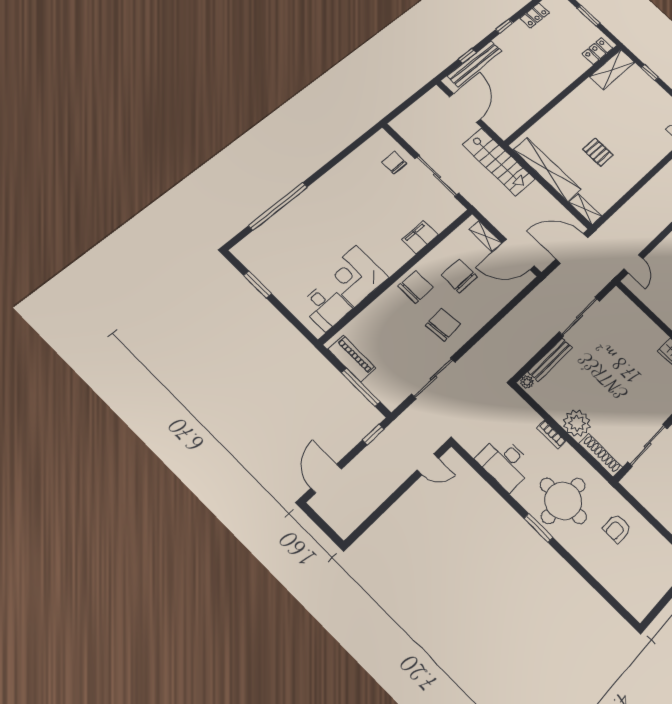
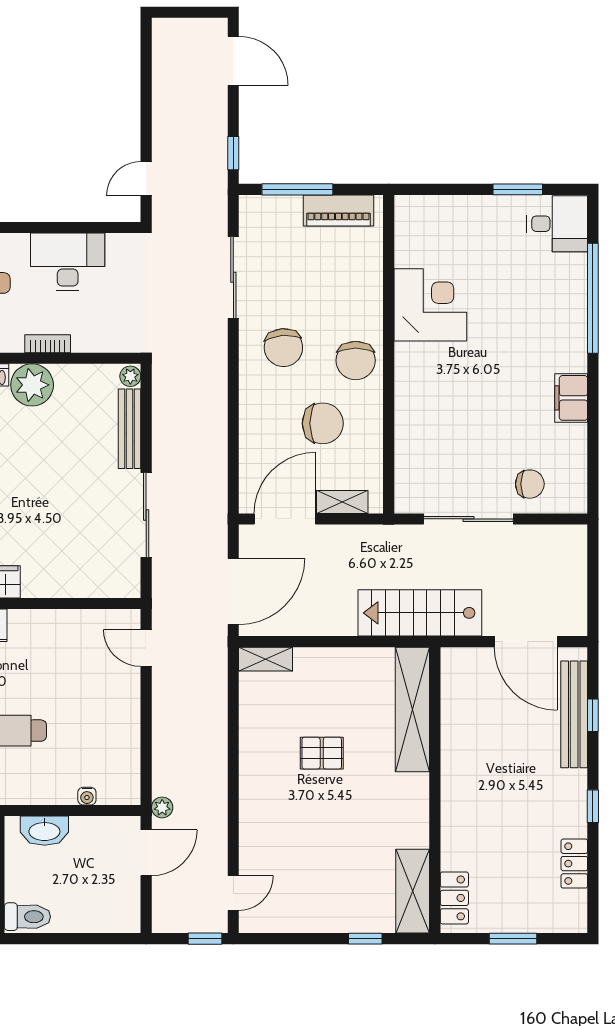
shelving: (547, 169) -> (412, 709), moved, turned 90
filing cabinet: (420, 237) -> (571, 398), moved, turned 180
desk: (326, 307) -> (557, 224), moved, turned 180

